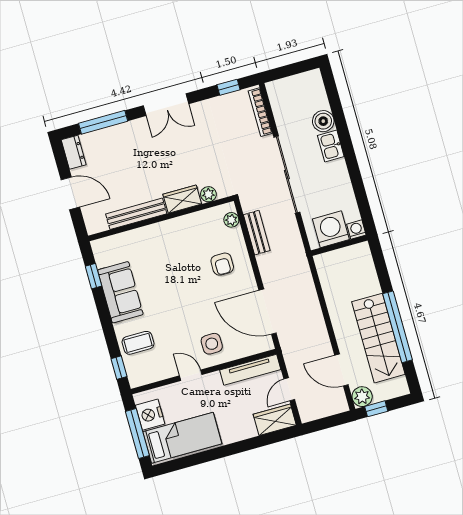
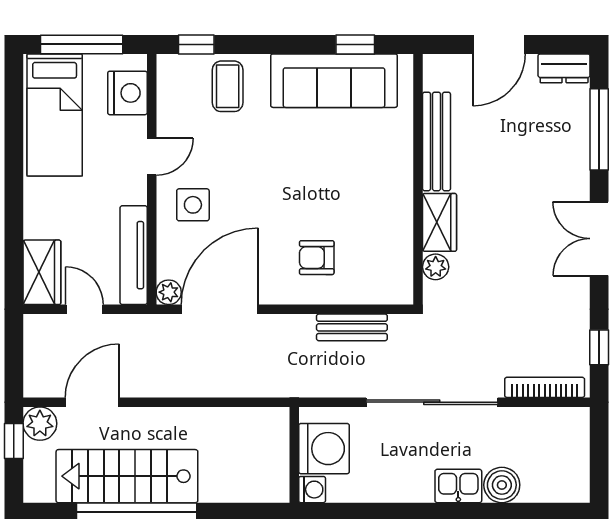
plant: (231, 220) -> (169, 292), moved
sofa: (120, 292) -> (334, 81), width x1.36
nightstand: (150, 415) -> (127, 93), moved, turned 90

